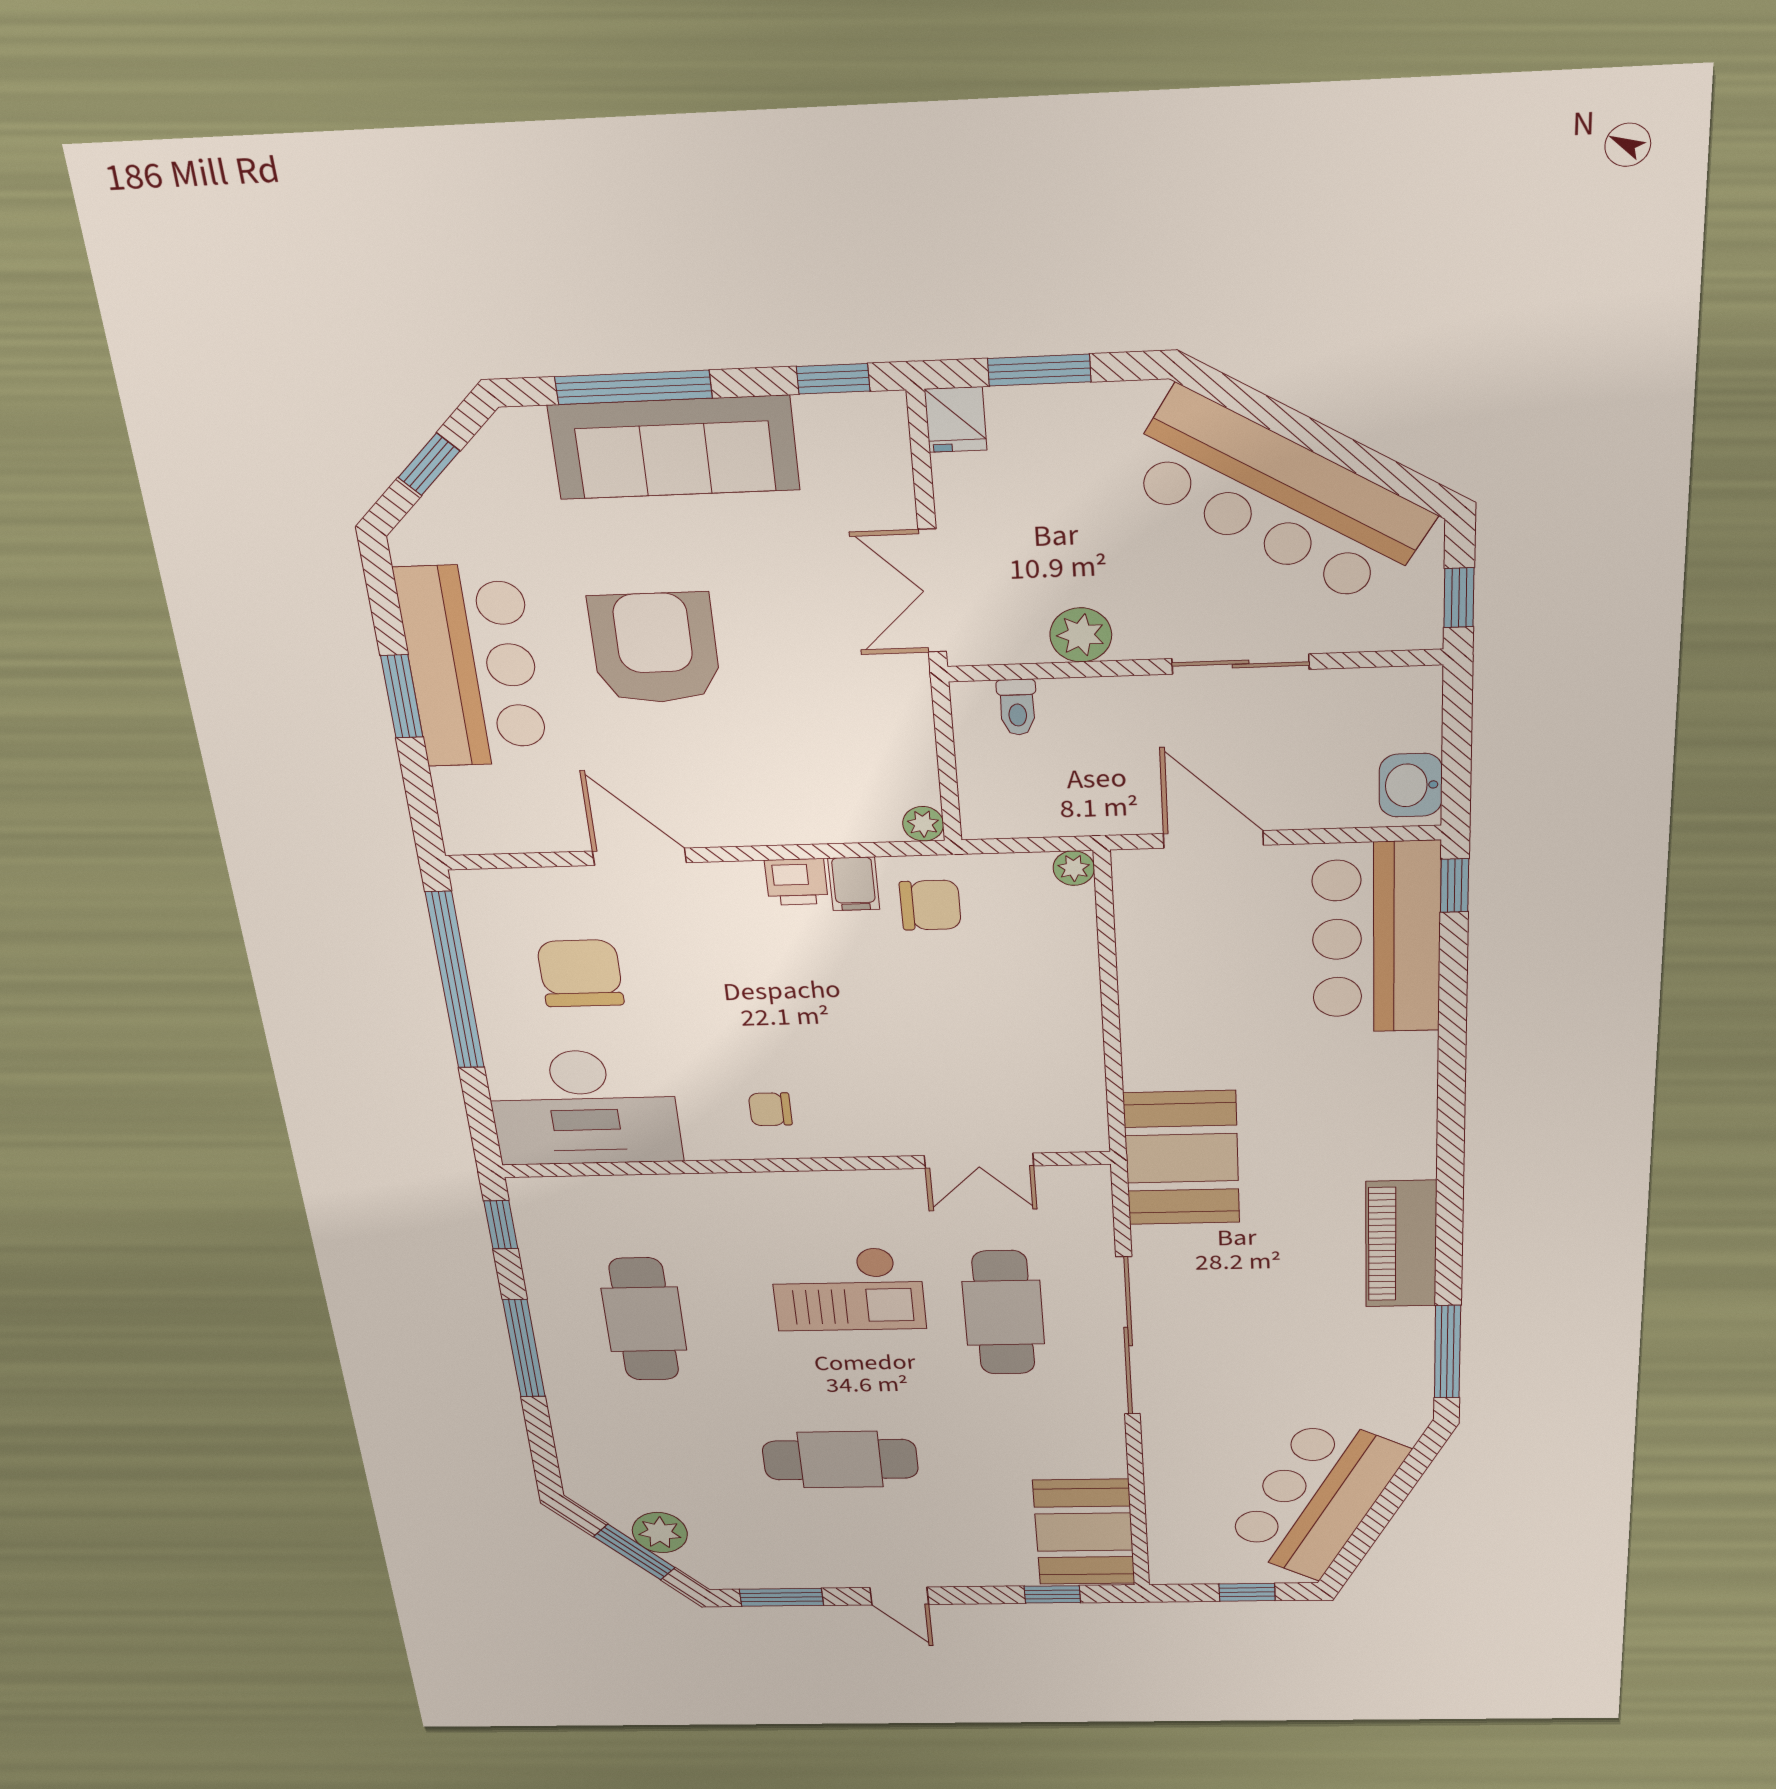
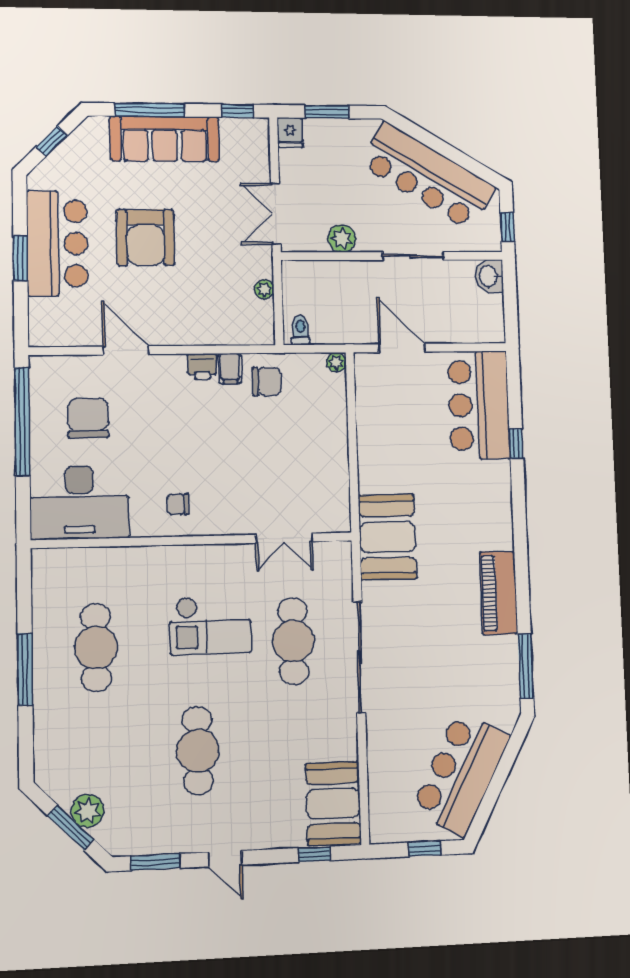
armchair: (655, 648) -> (145, 237), turned 180
toilet: (1017, 707) -> (300, 330), moved, turned 180
washbasin: (1411, 785) -> (489, 276), moved
plant: (923, 824) -> (264, 289), moved
window: (1455, 886) -> (516, 443), moved
window: (501, 1225) -> (24, 581), removed
cafe table: (840, 1460) -> (198, 751), turned 90

